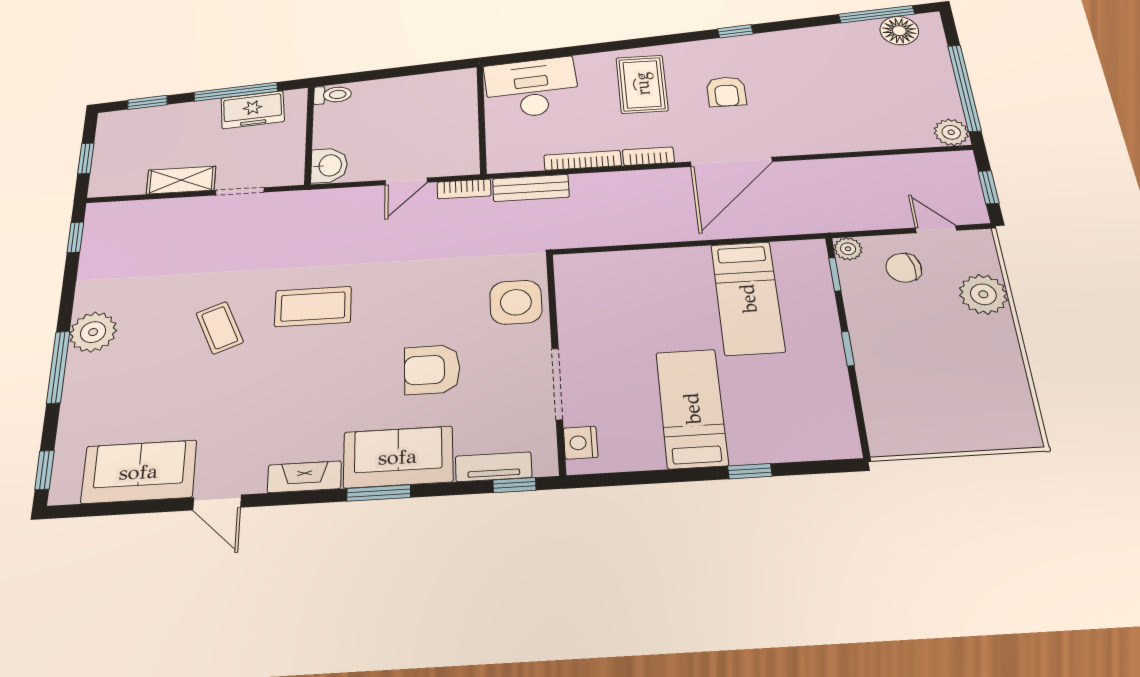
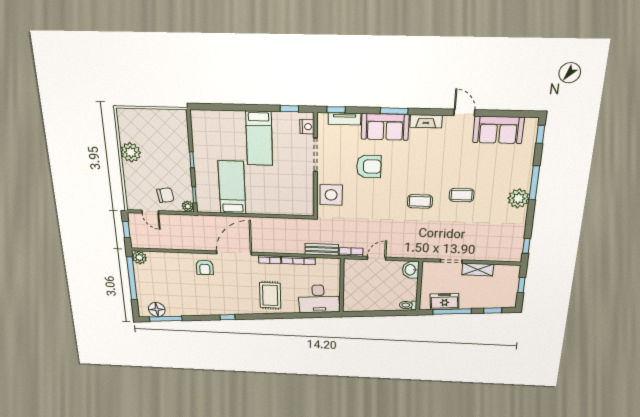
armchair: (726, 92) -> (205, 267), moved, turned 180
plant: (983, 294) -> (131, 152), moved
coffee table: (313, 307) -> (420, 201), width x0.73, depth x0.77
coffee table: (220, 328) -> (462, 195), turned -68
window: (750, 471) -> (289, 109), moved

